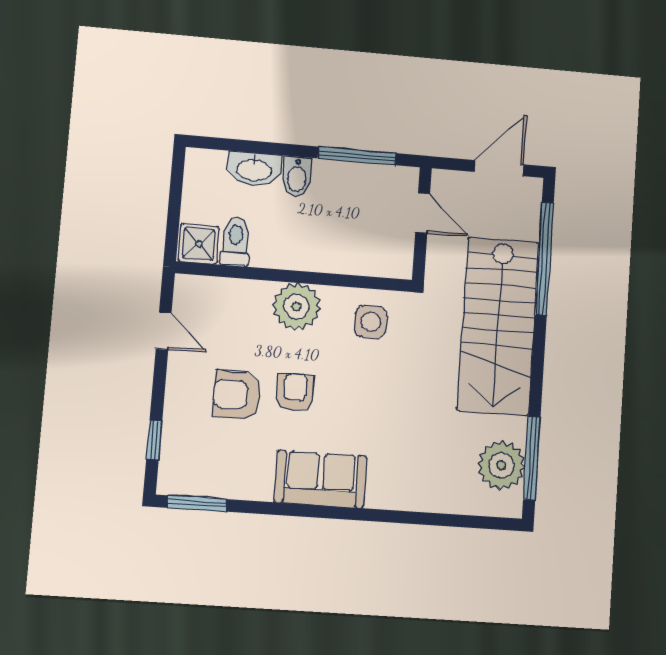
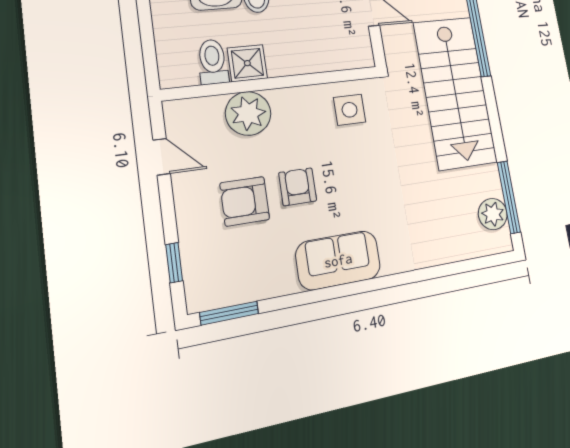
shower: (199, 244) -> (247, 63), moved
plant: (296, 307) -> (248, 113), moved
plant: (501, 465) -> (493, 214), width x0.73, depth x0.73

